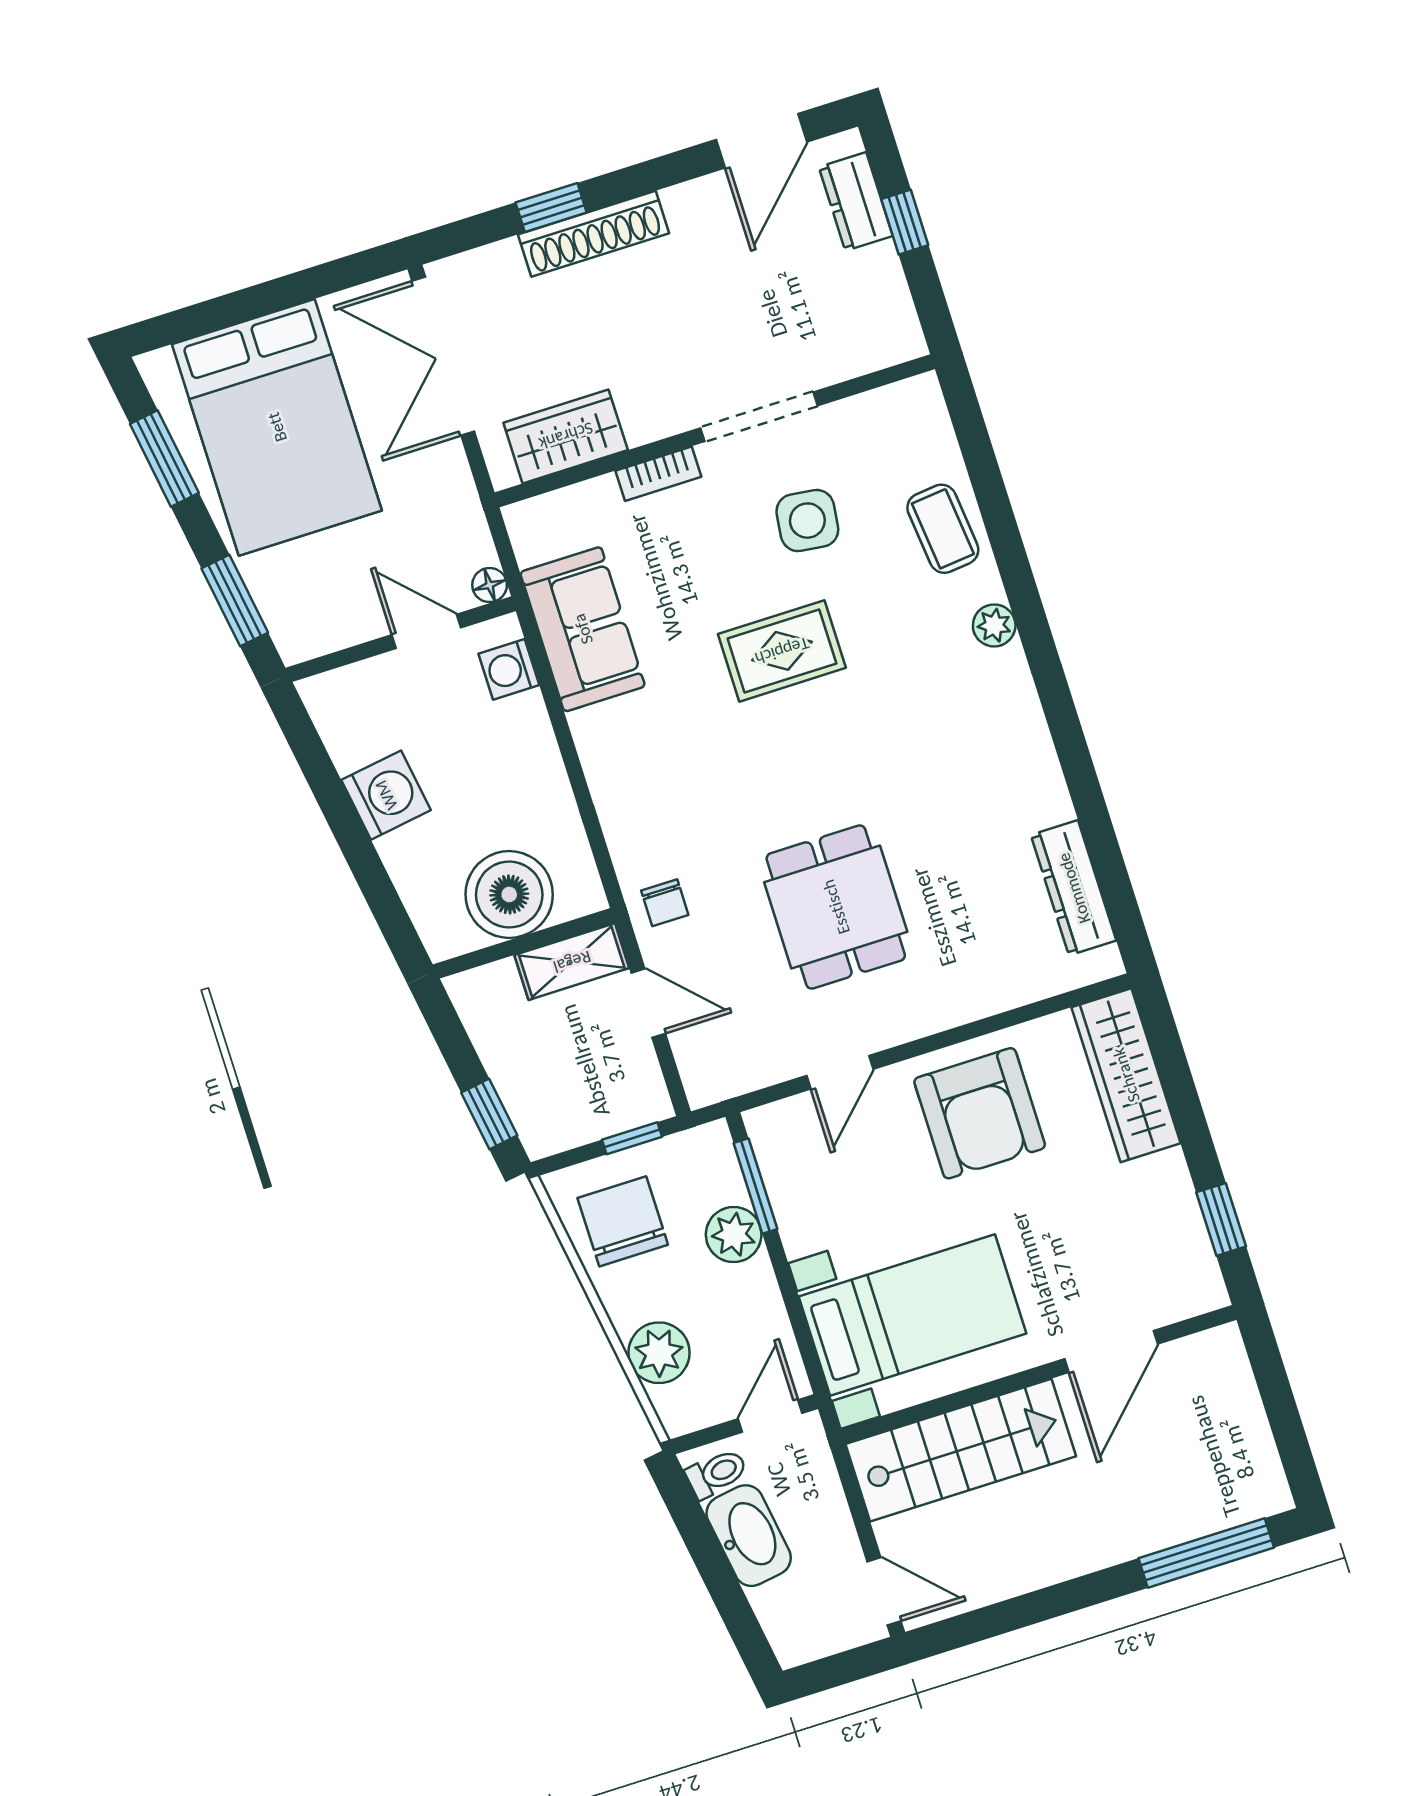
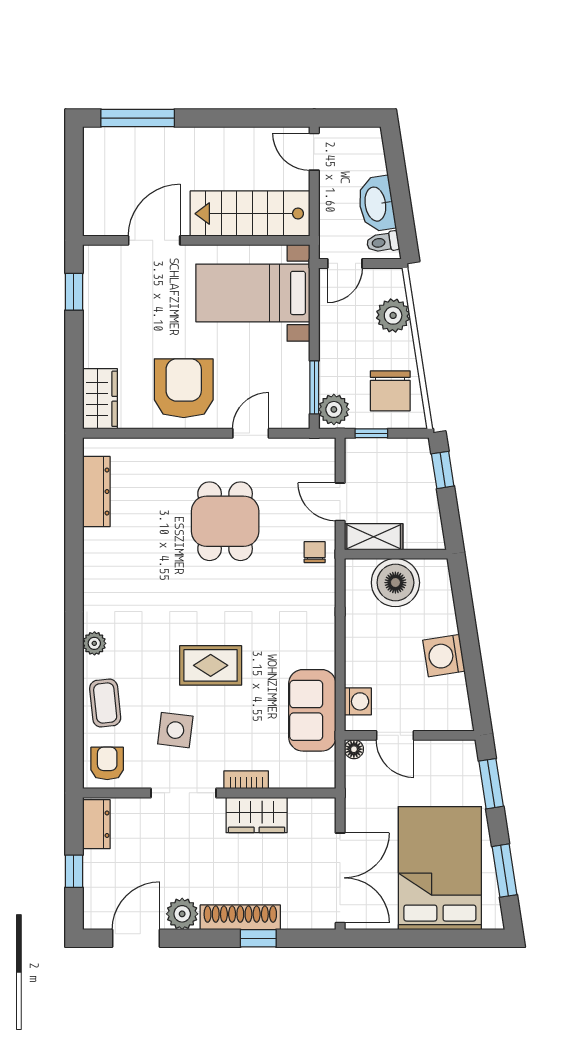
dresser: (856, 201) -> (96, 824), moved
plant: (695, 208) -> (182, 914), added
armchair: (906, 426) -> (107, 763), added
wardrobe: (566, 436) -> (257, 815), moved
wardrobe: (1126, 1075) -> (100, 399), width x0.67
plant: (734, 1235) -> (334, 409), moved

